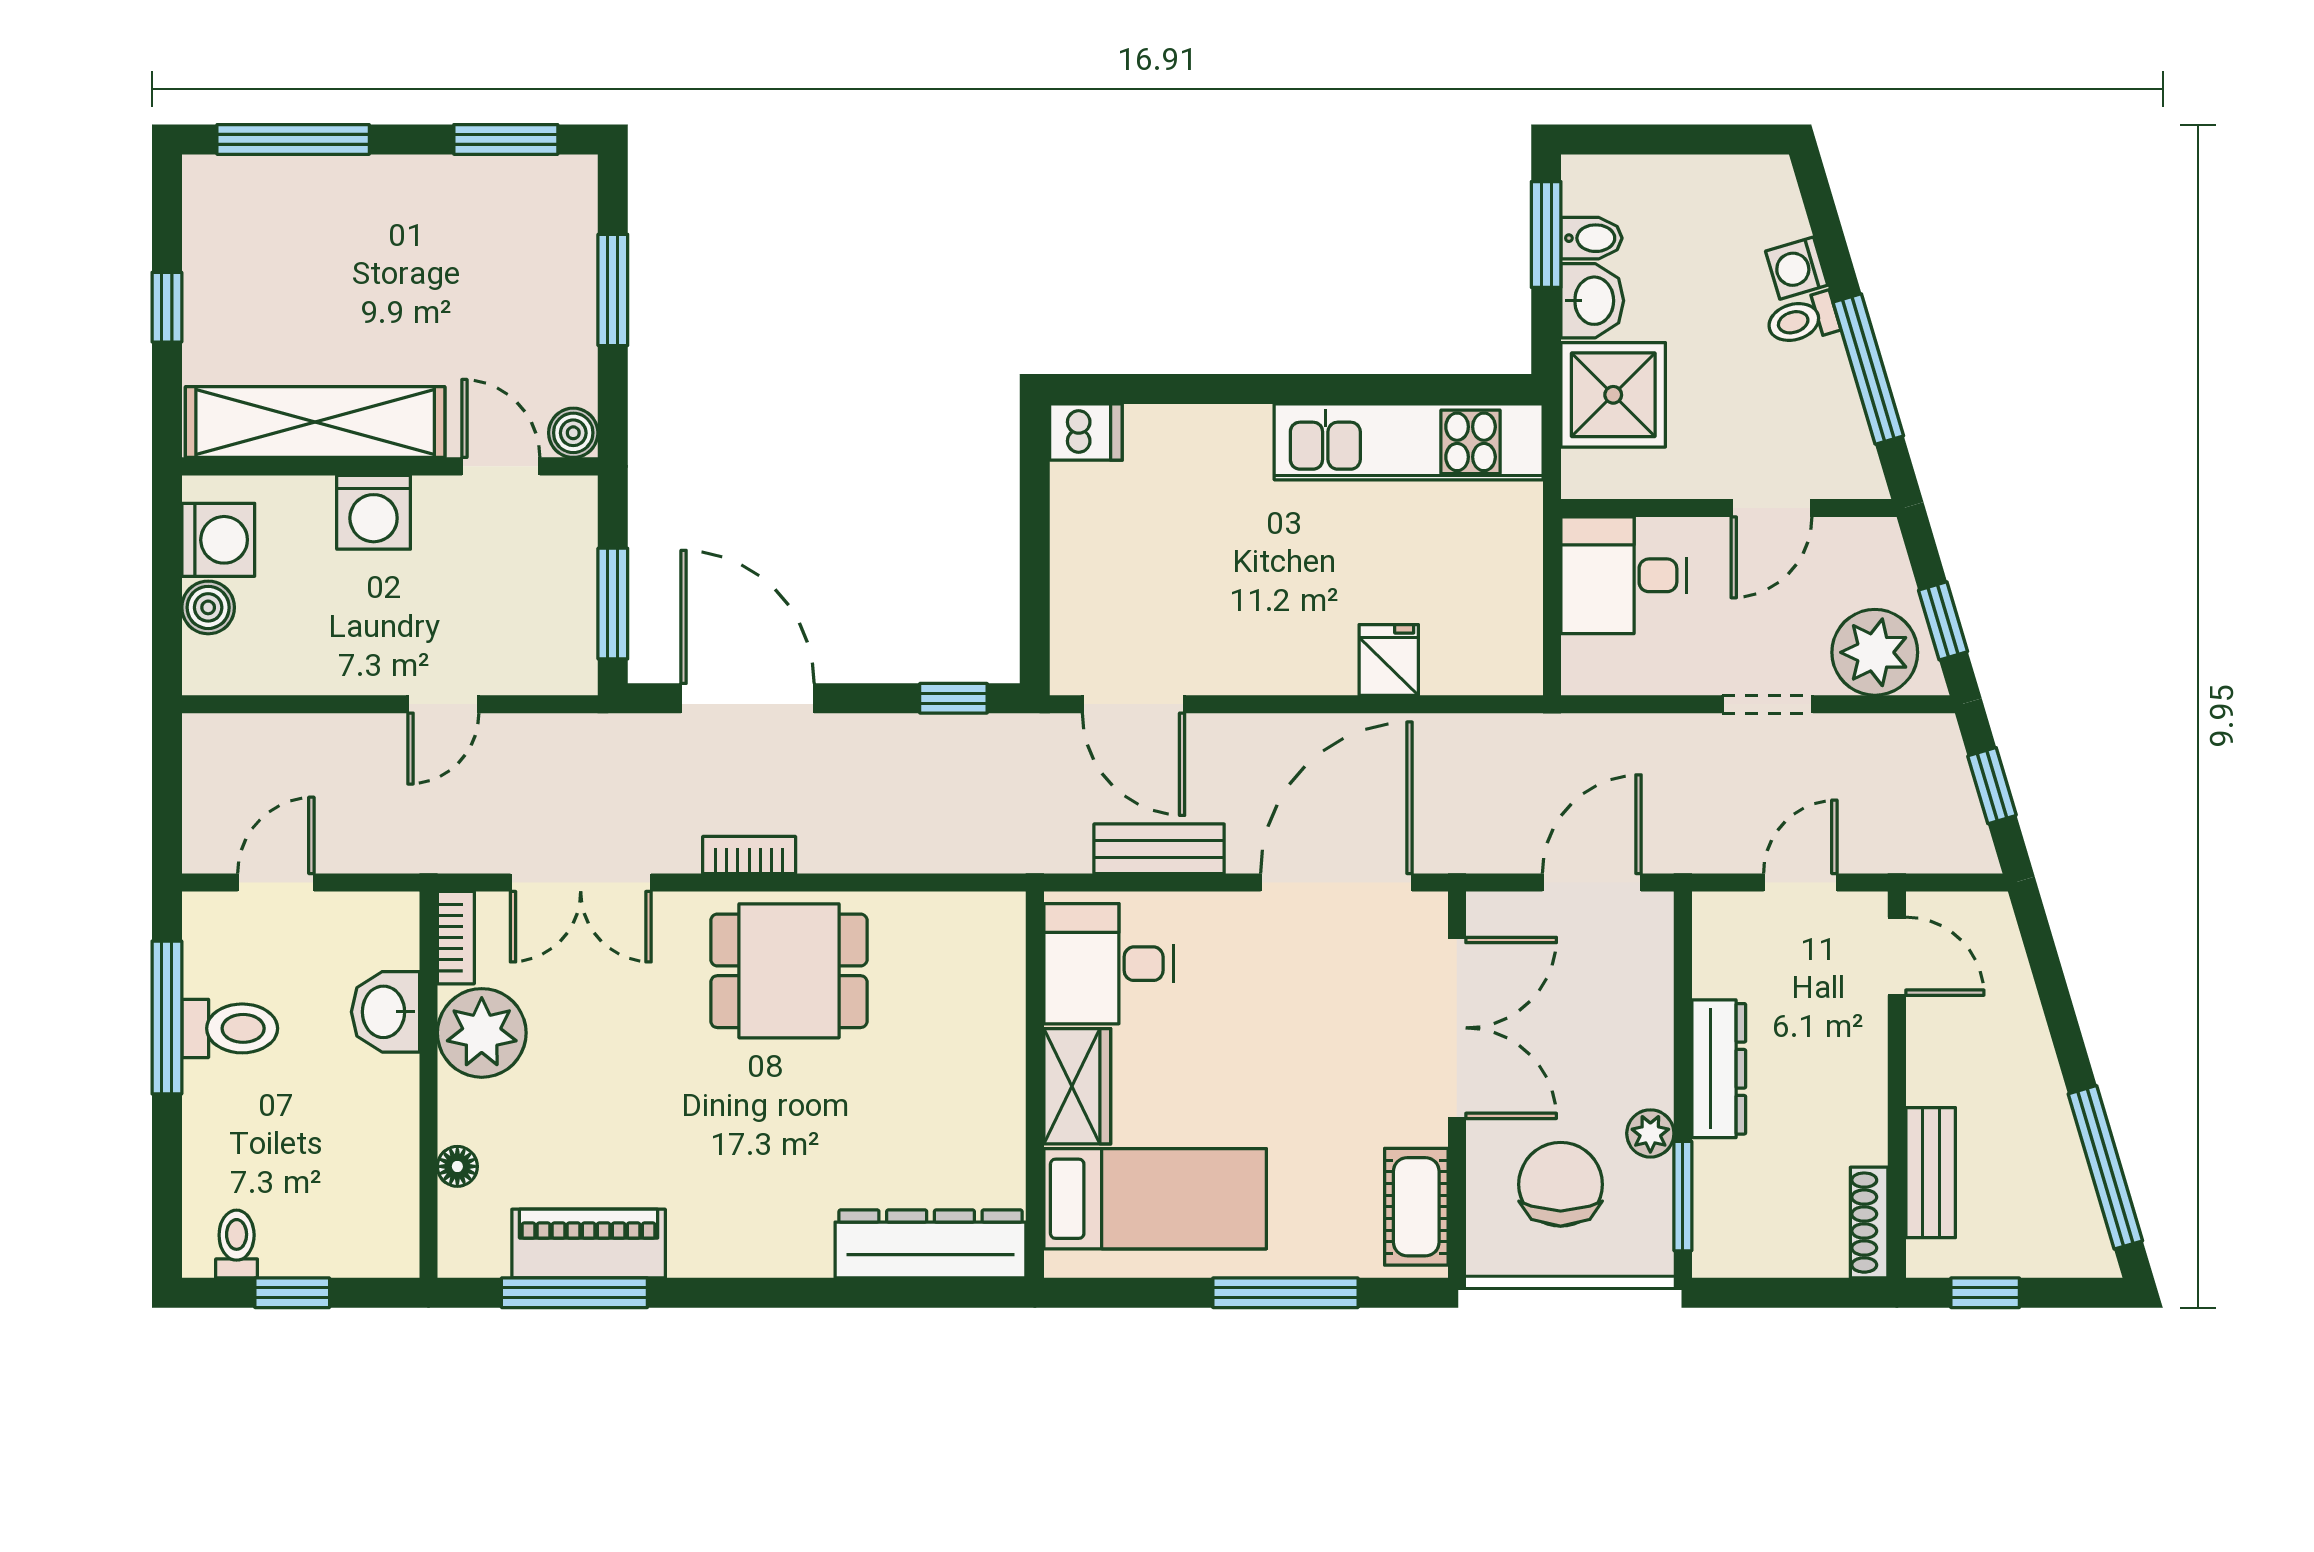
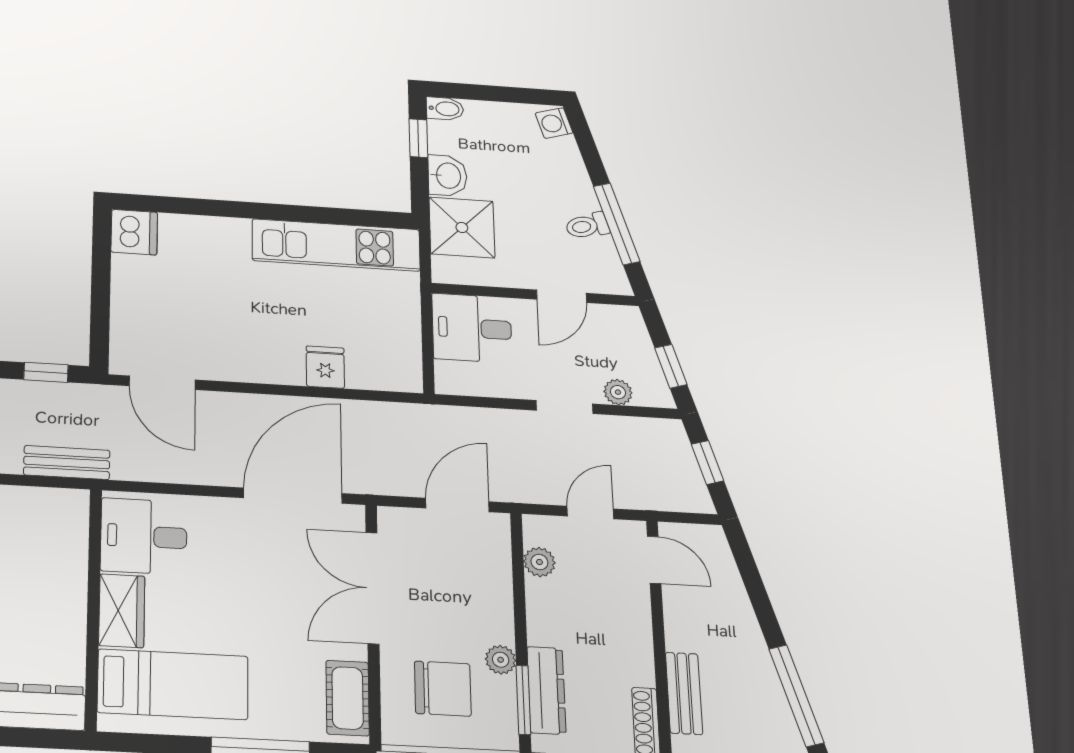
window: (1546, 235) -> (418, 138), width x0.67
bidet: (1592, 238) -> (445, 109), moved
washing machine: (1797, 268) -> (554, 123), moved
toilet: (1802, 320) -> (587, 226), moved
dishwasher: (1086, 432) -> (134, 232), width x1.38
plant: (1875, 652) -> (618, 392), width x0.53, depth x0.53
bench: (1159, 849) -> (67, 463), moved
plant: (1717, 970) -> (539, 562), added
double door: (1457, 1028) -> (372, 588), swing flipped
dresser: (1719, 1069) -> (546, 690), moved
chair: (1561, 1184) -> (443, 689), turned 90

